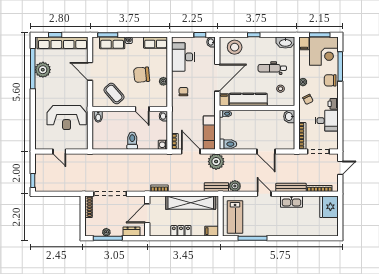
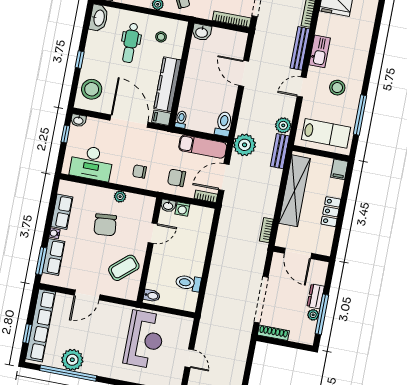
row of seats: (156, 43) -> (62, 212), moved
chair: (184, 118) -> (177, 178), added
toilet: (132, 141) -> (188, 283), moved
washing machine: (163, 145) -> (182, 209), moved
door: (59, 151) -> (189, 358), hinge flipped
door: (266, 151) -> (244, 73), swing flipped
stool: (269, 219) -> (337, 88), added
dresser: (131, 231) -> (316, 296), moved

